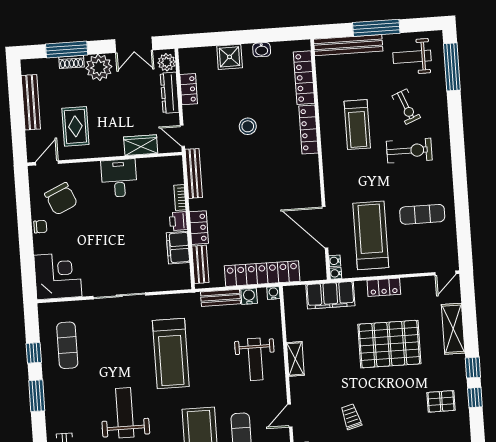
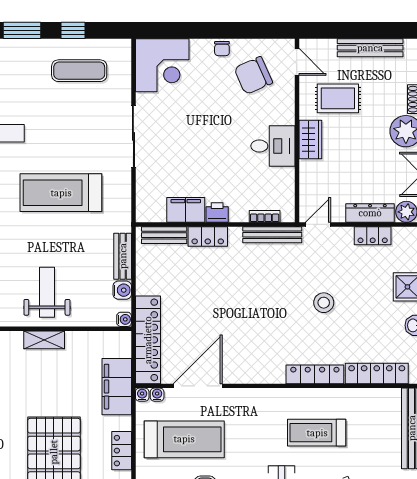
wardrobe: (141, 145) -> (310, 140), moved
bookcase: (180, 198) -> (265, 216), moved
locker: (262, 274) -> (148, 340), moved
weight bench: (255, 359) -> (47, 292), turned 90

